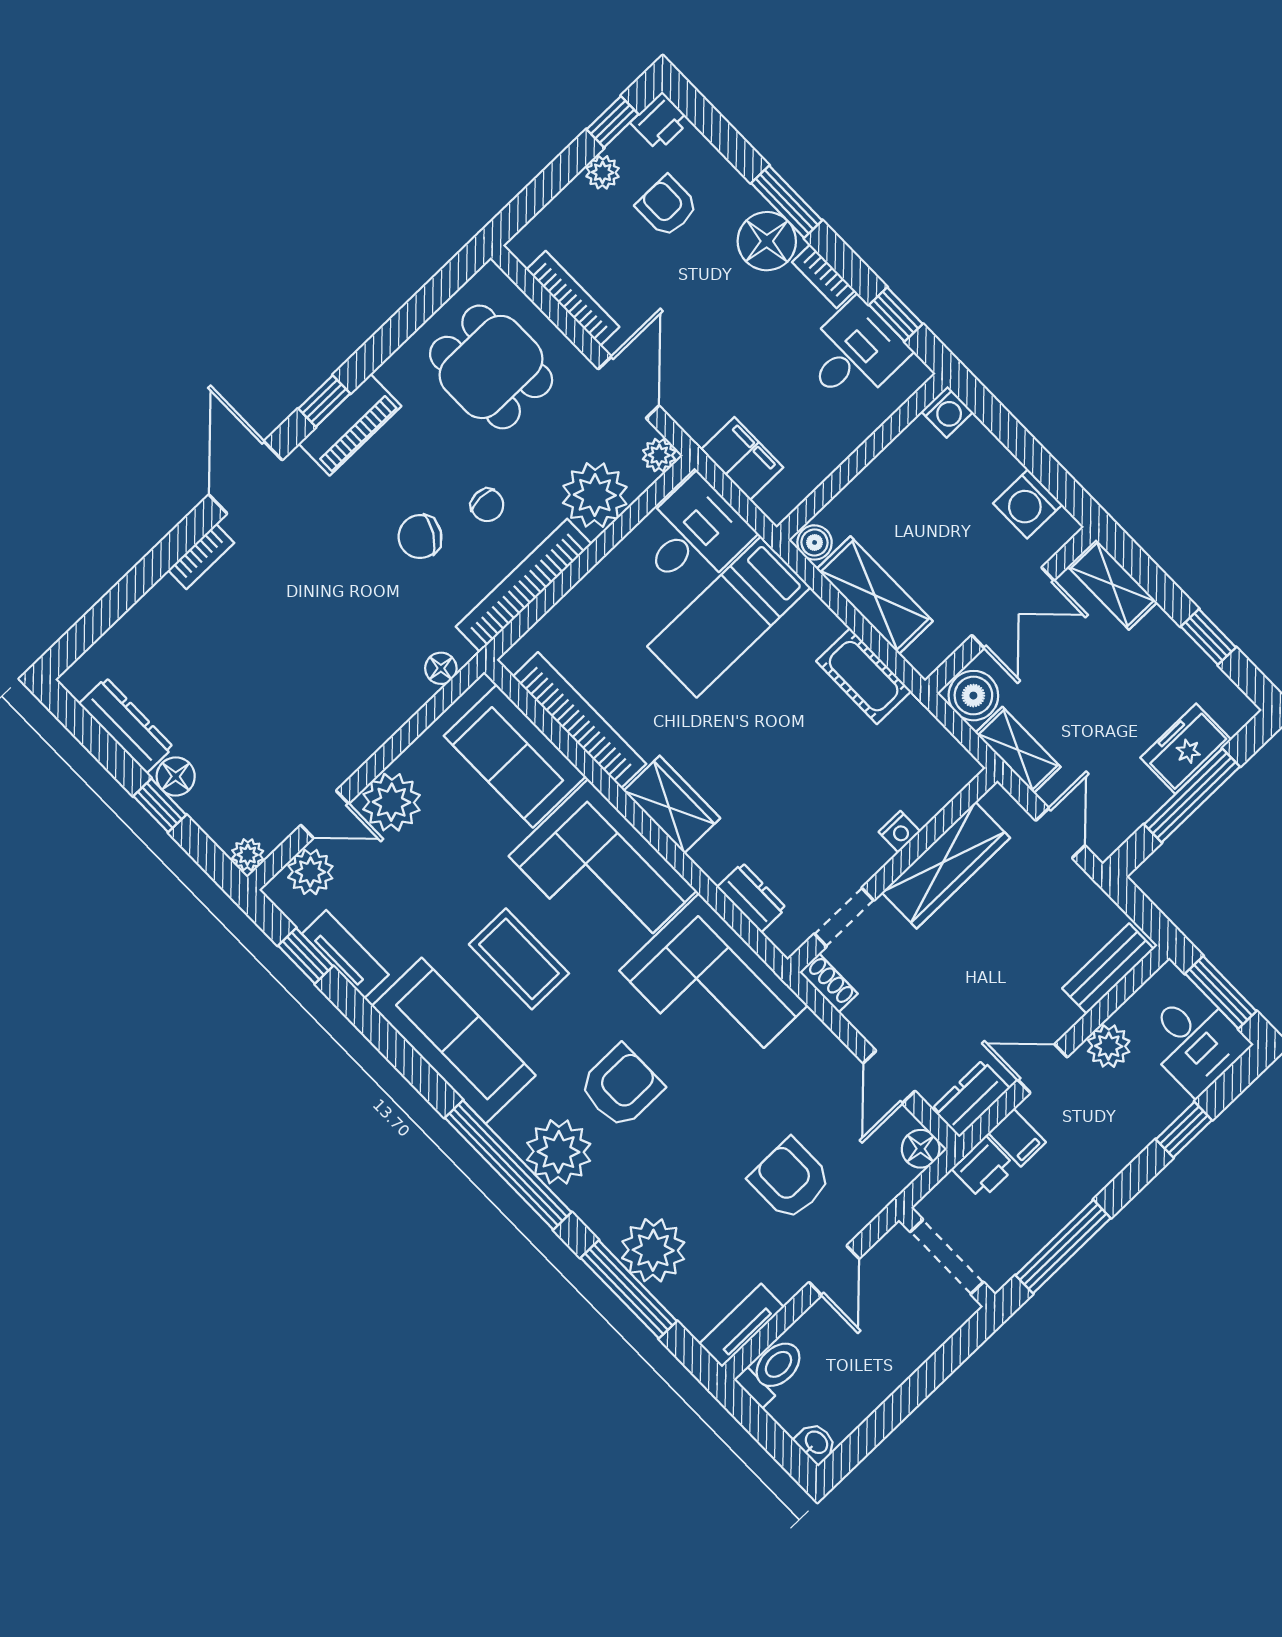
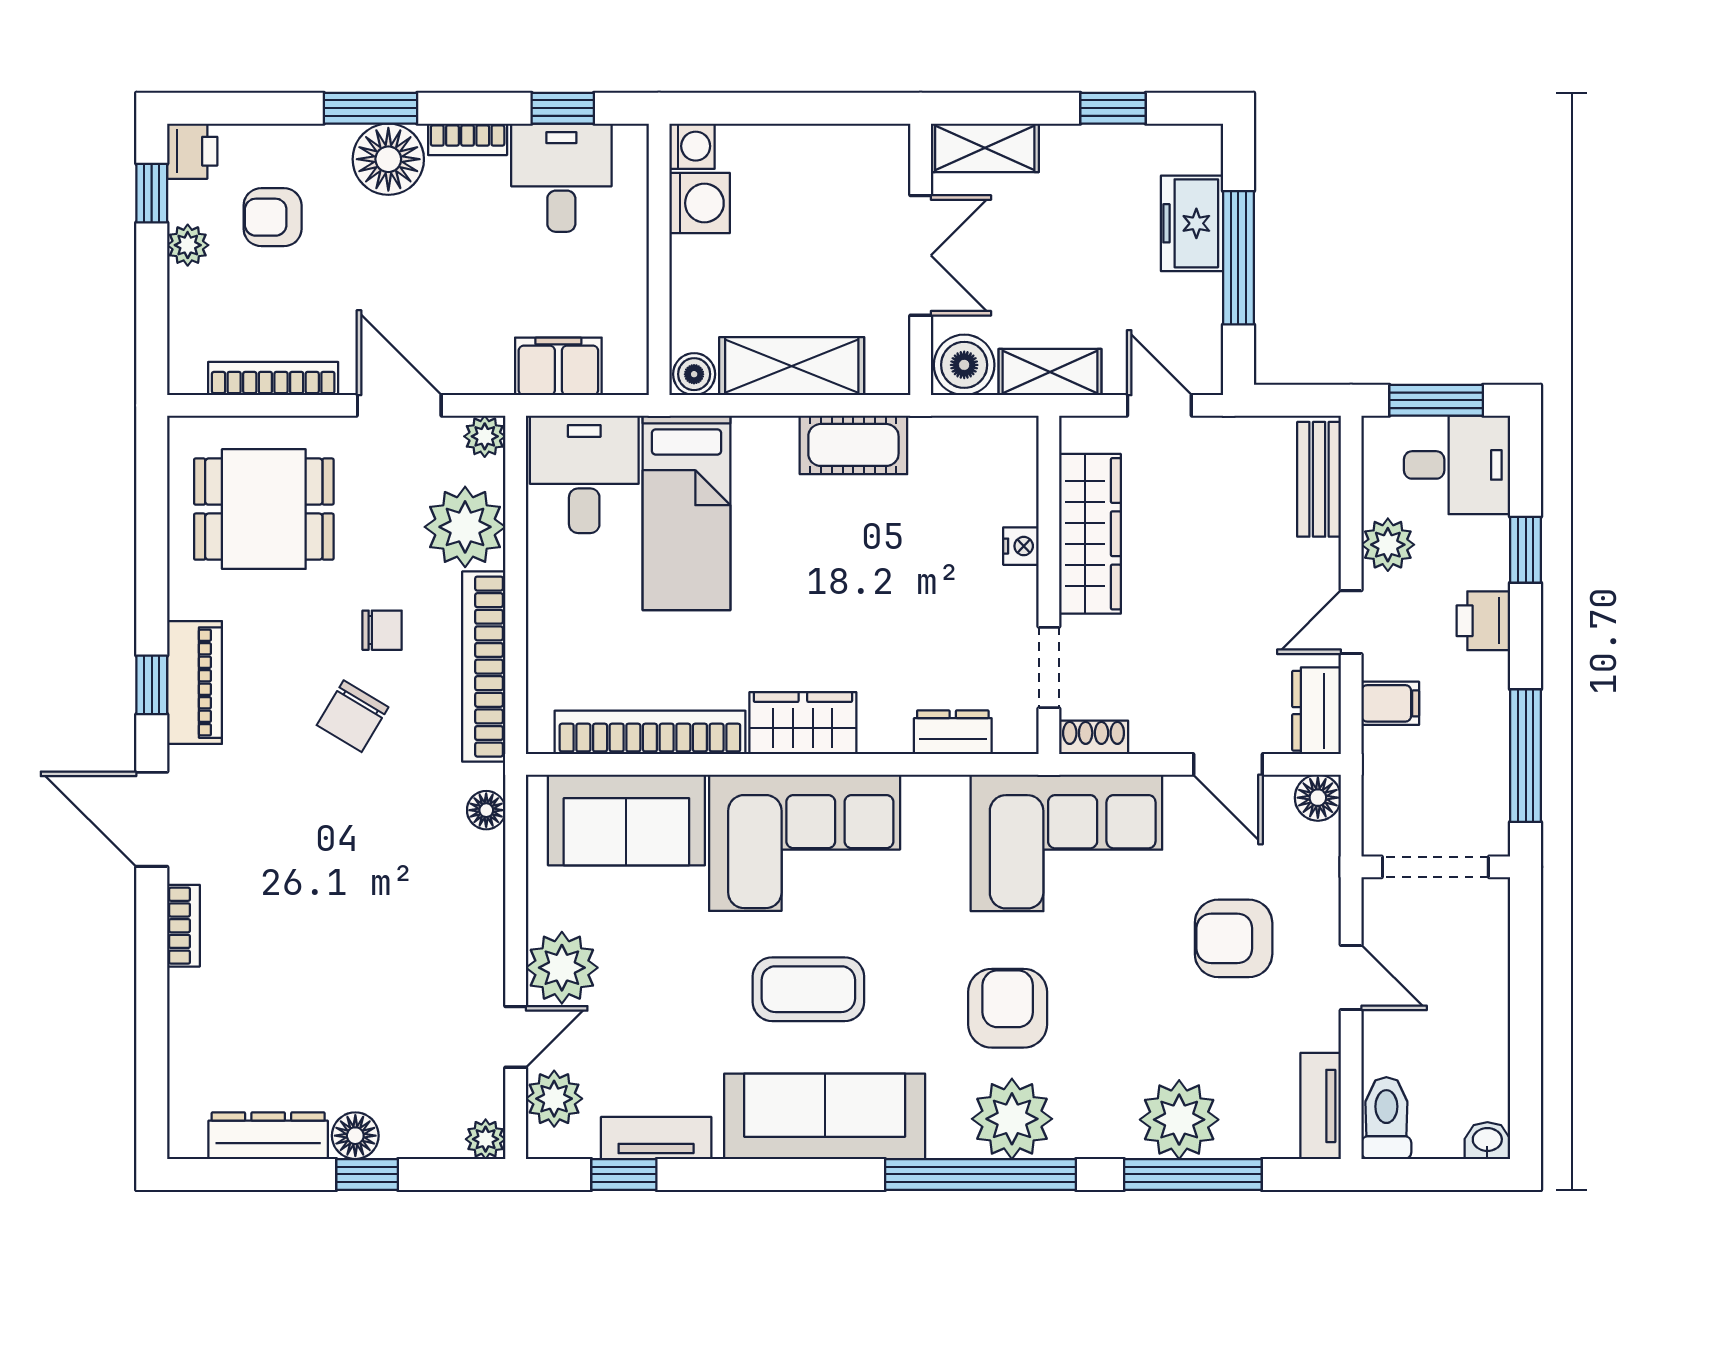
washing machine: (1028, 504) -> (700, 203), moved, turned -90
corner sofa: (714, 988) -> (1066, 843), moved
printer: (984, 1168) -> (1483, 621), moved, turned 180

